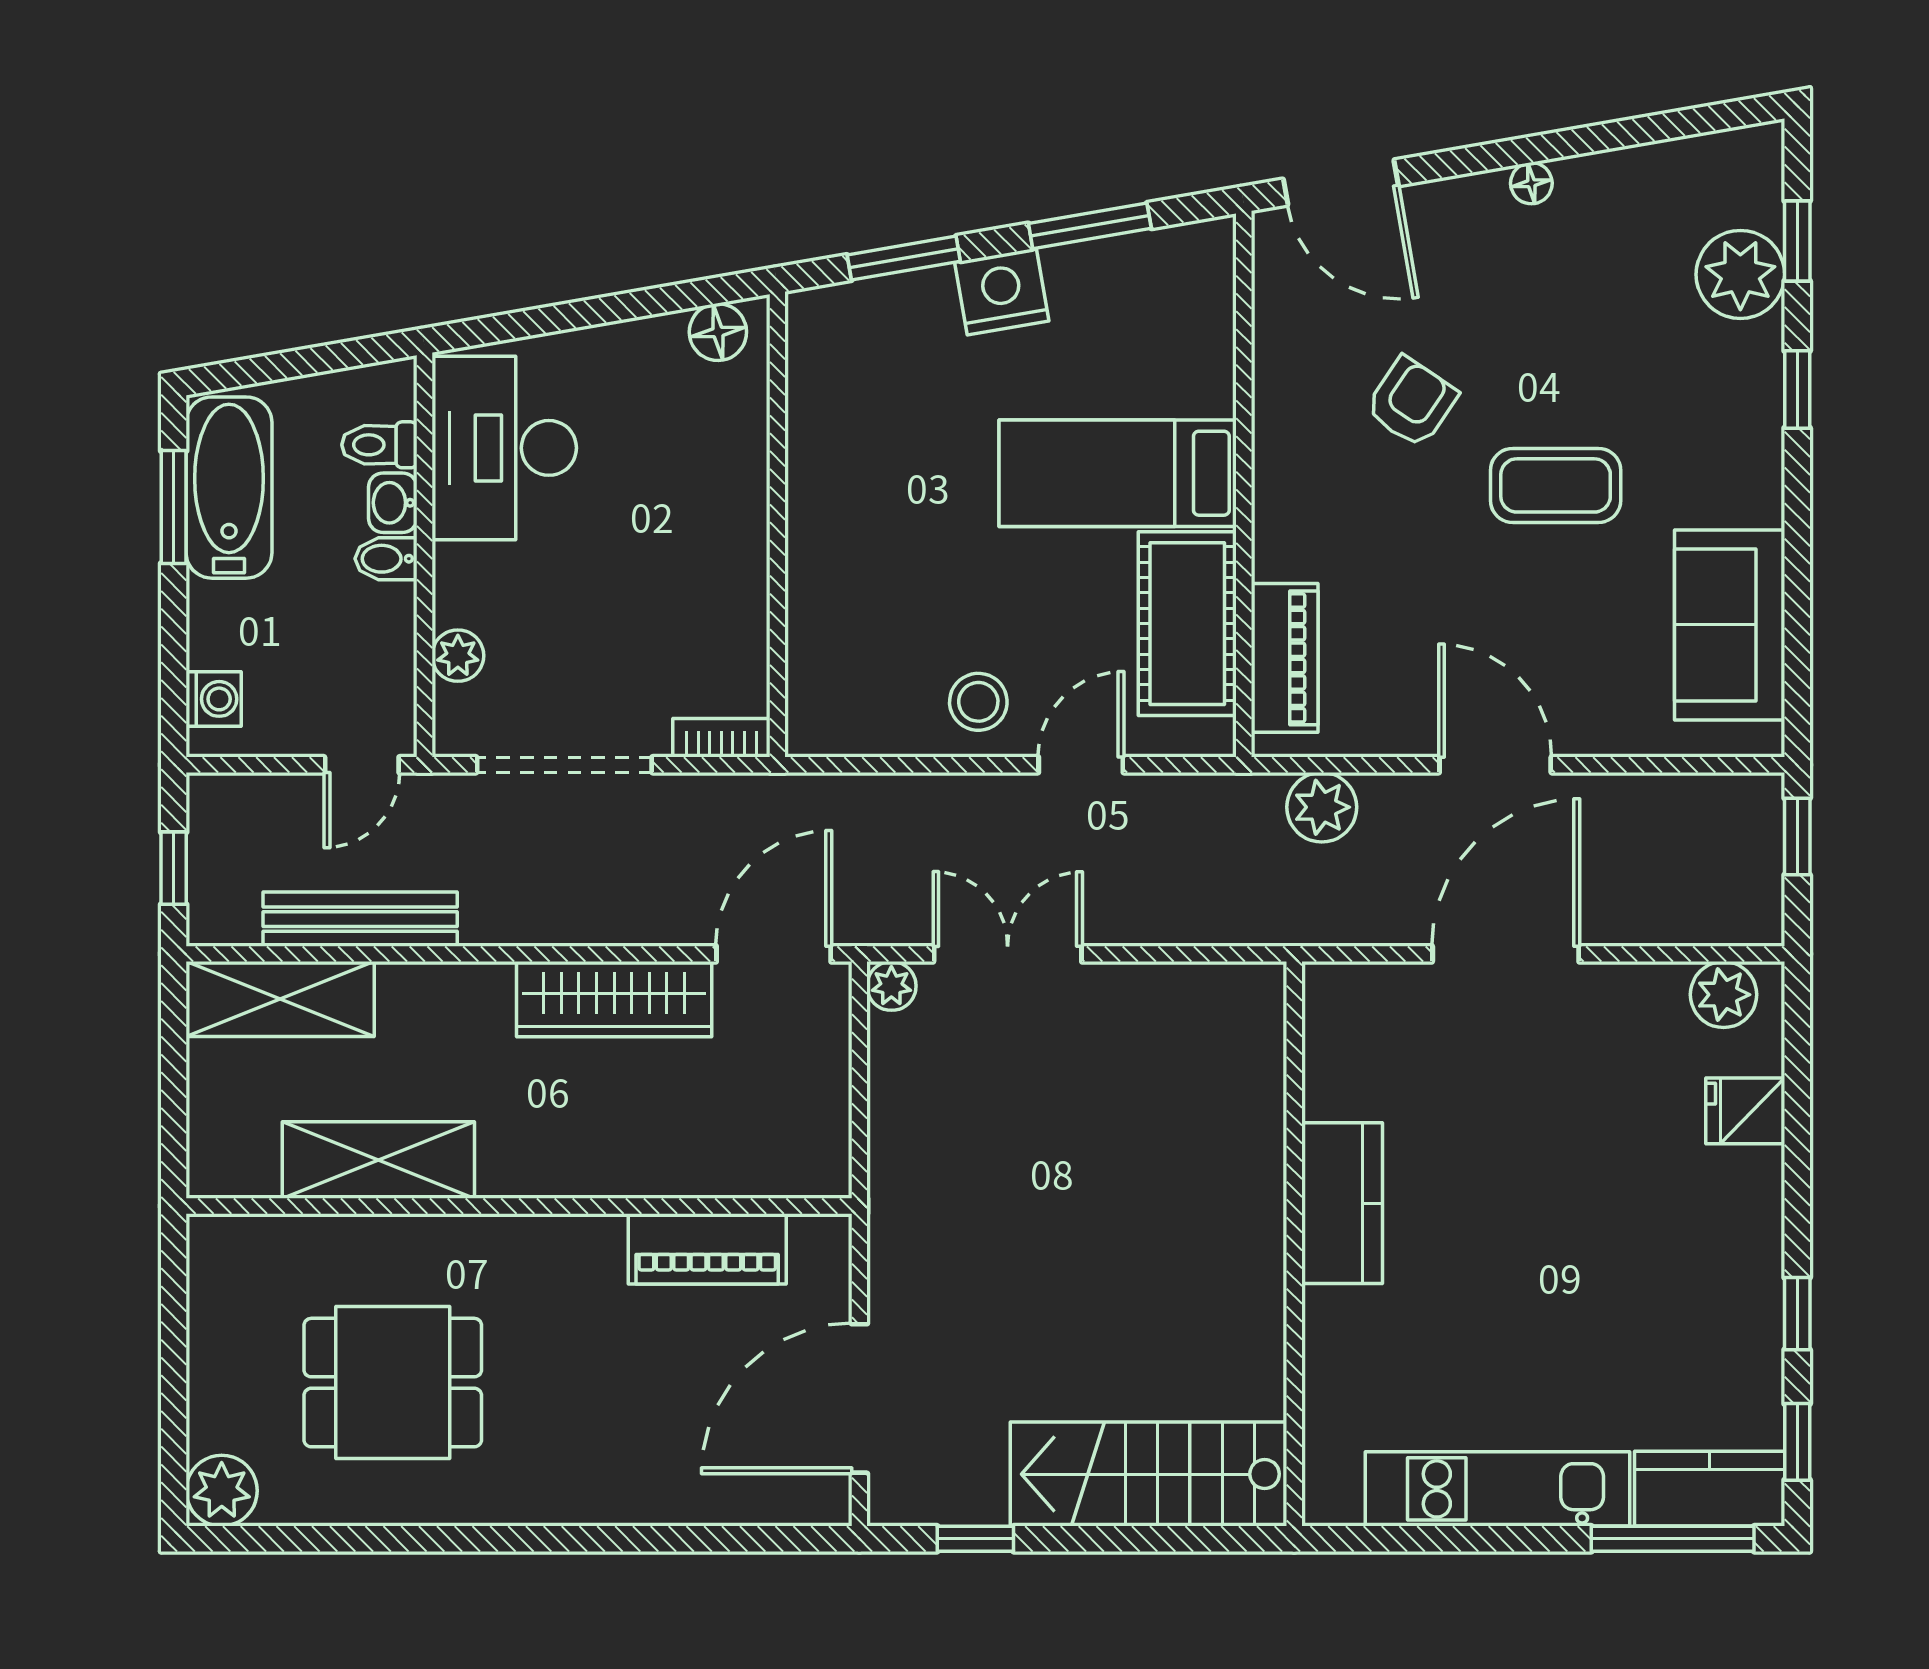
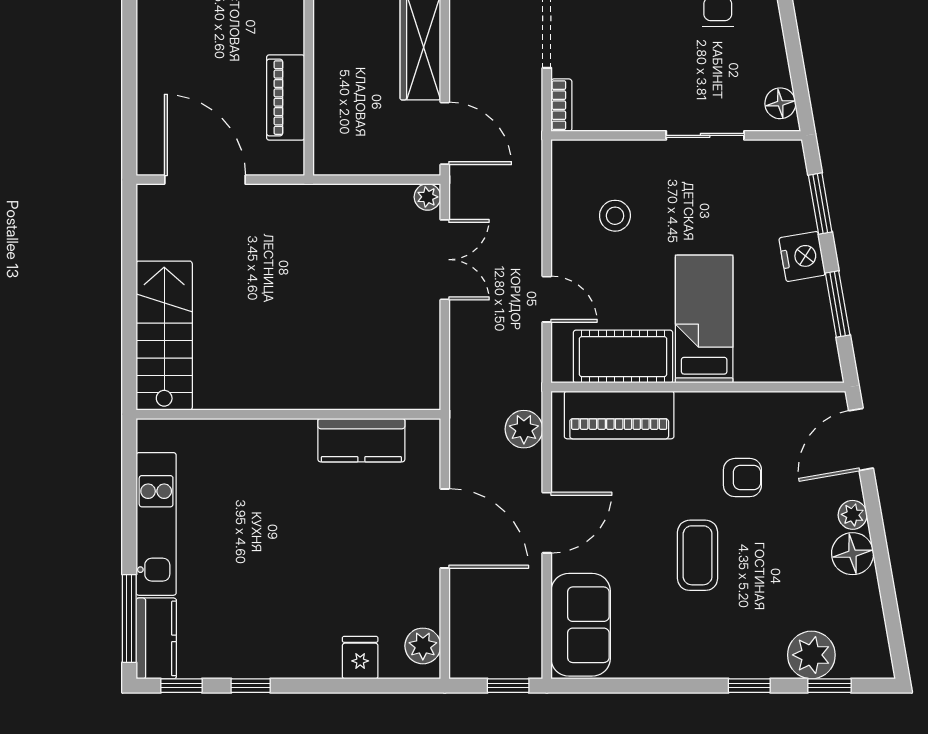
floor lamp: (1531, 183) -> (853, 554), width x1.89, depth x1.89
plant: (1481, 198) -> (853, 515), added
armchair: (1411, 402) -> (742, 478), turned -34
sliding door: (777, 471) -> (705, 135), added
sofa: (1730, 625) -> (581, 625), moved, turned 90
piano: (1285, 658) -> (619, 415), width x1.37, depth x1.33
stool: (978, 702) -> (615, 216), moved
kitchen counter: (1342, 1203) -> (361, 440), moved
window: (975, 1539) -> (129, 242), removed

